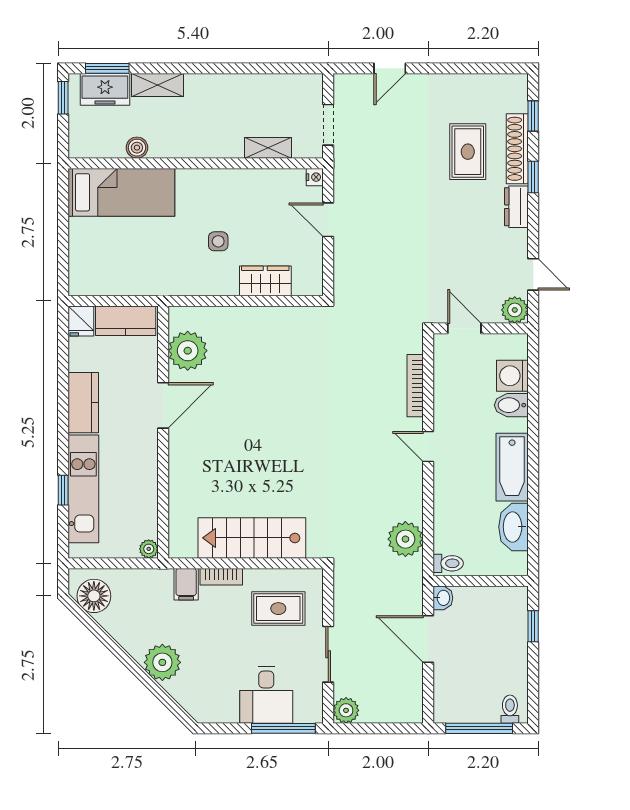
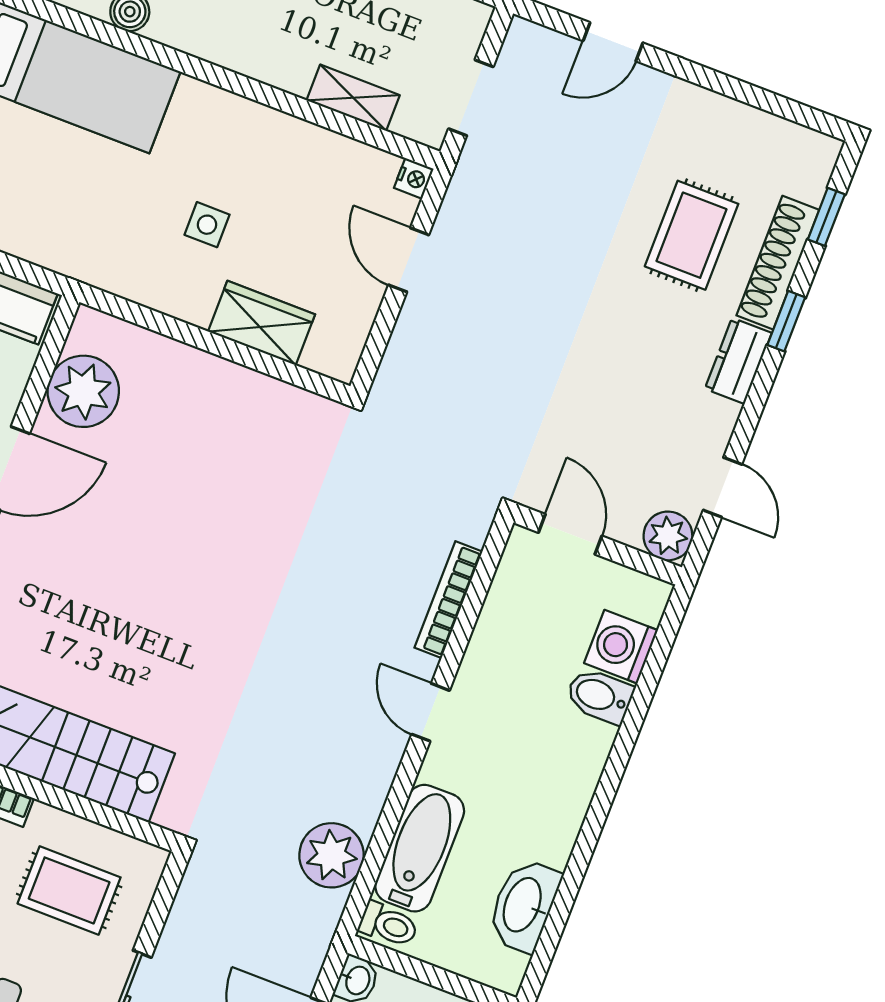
bathtub: (512, 467) -> (420, 848), moved, turned 180

